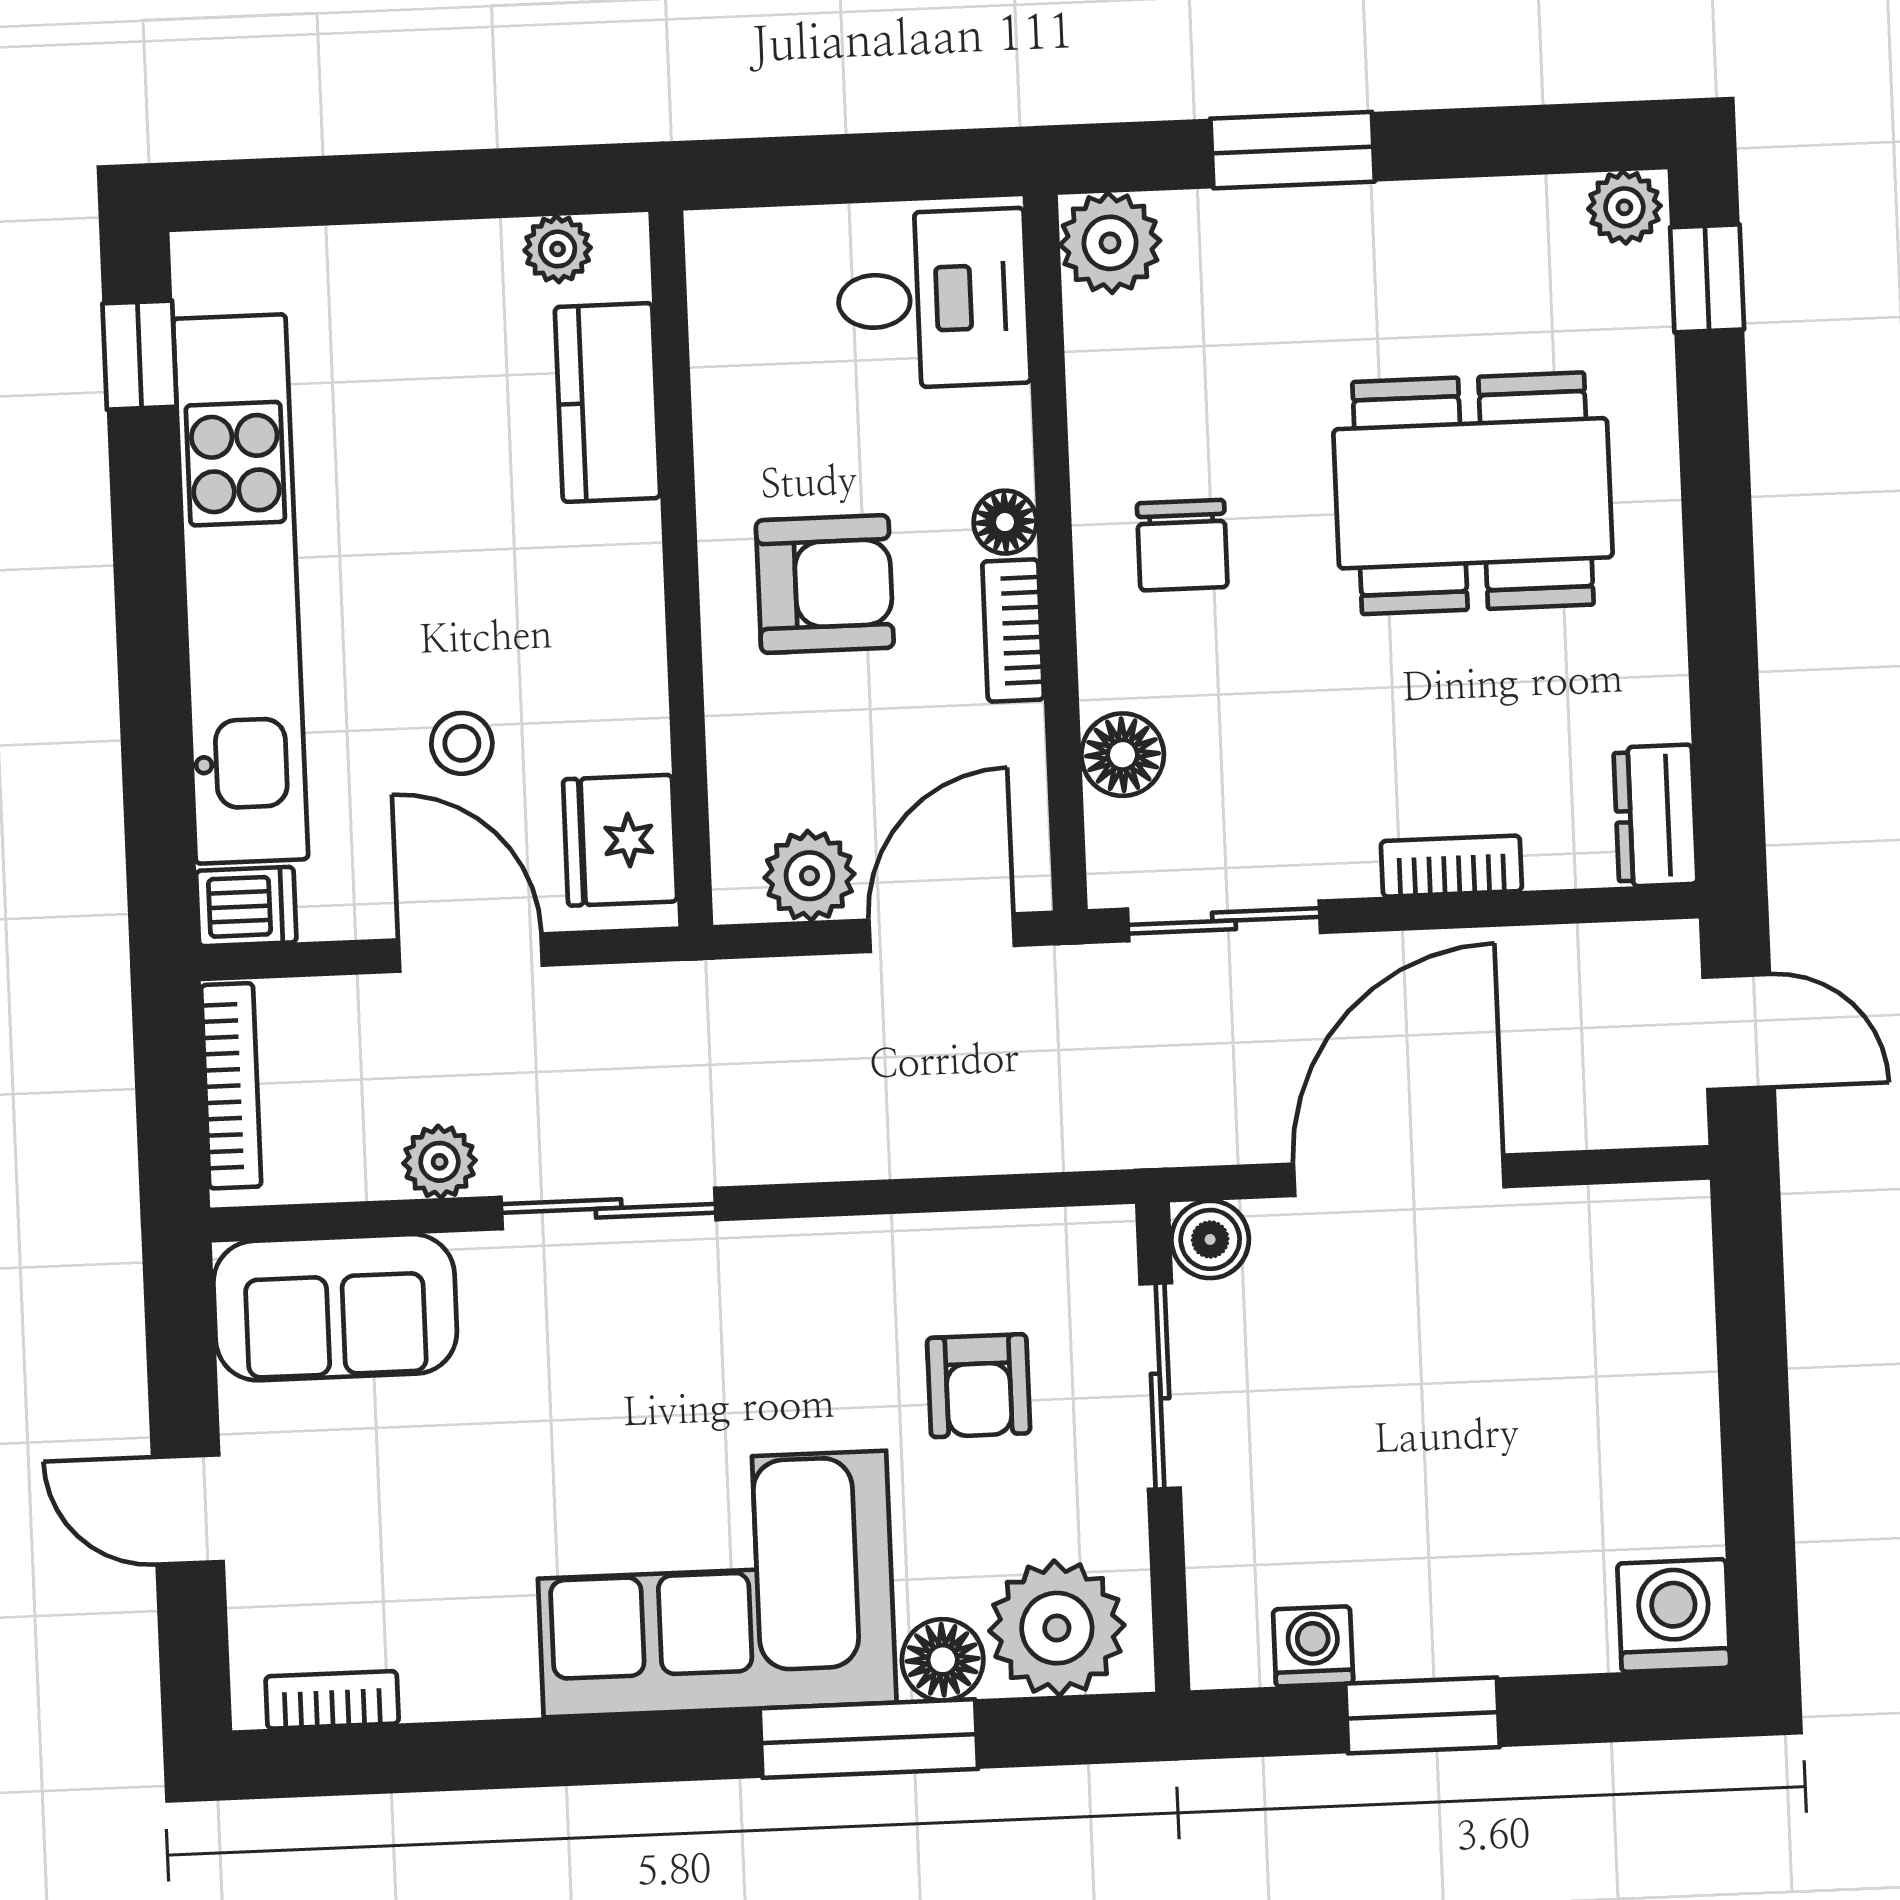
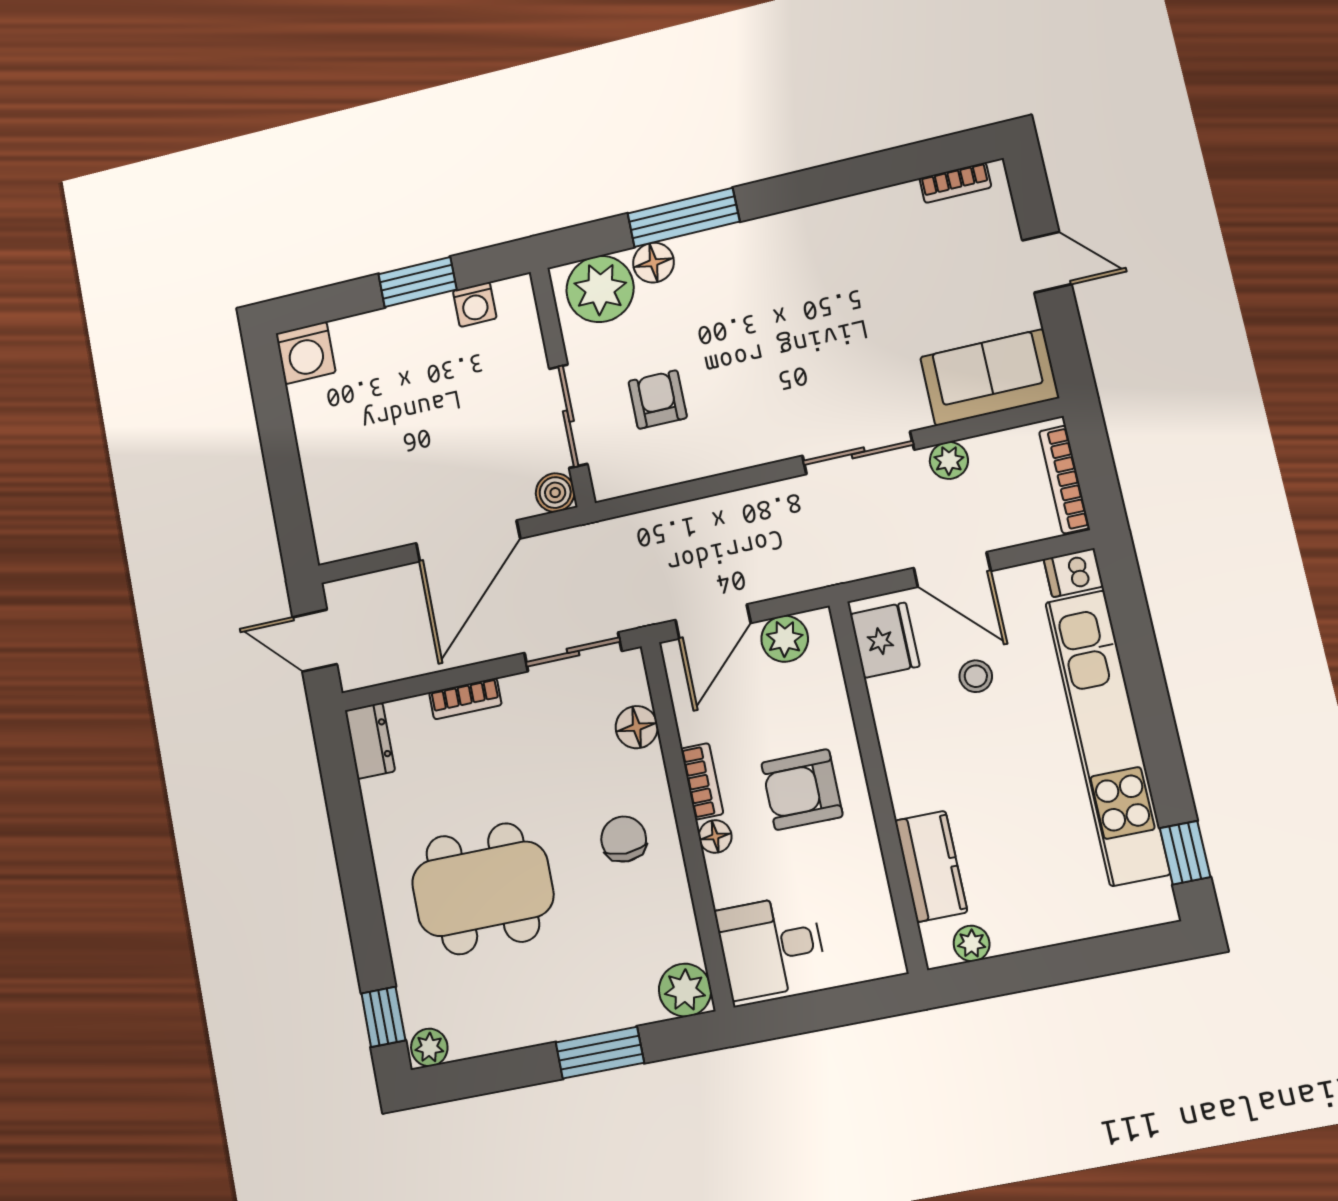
corner sofa: (715, 1584) -> (772, 277), removed

